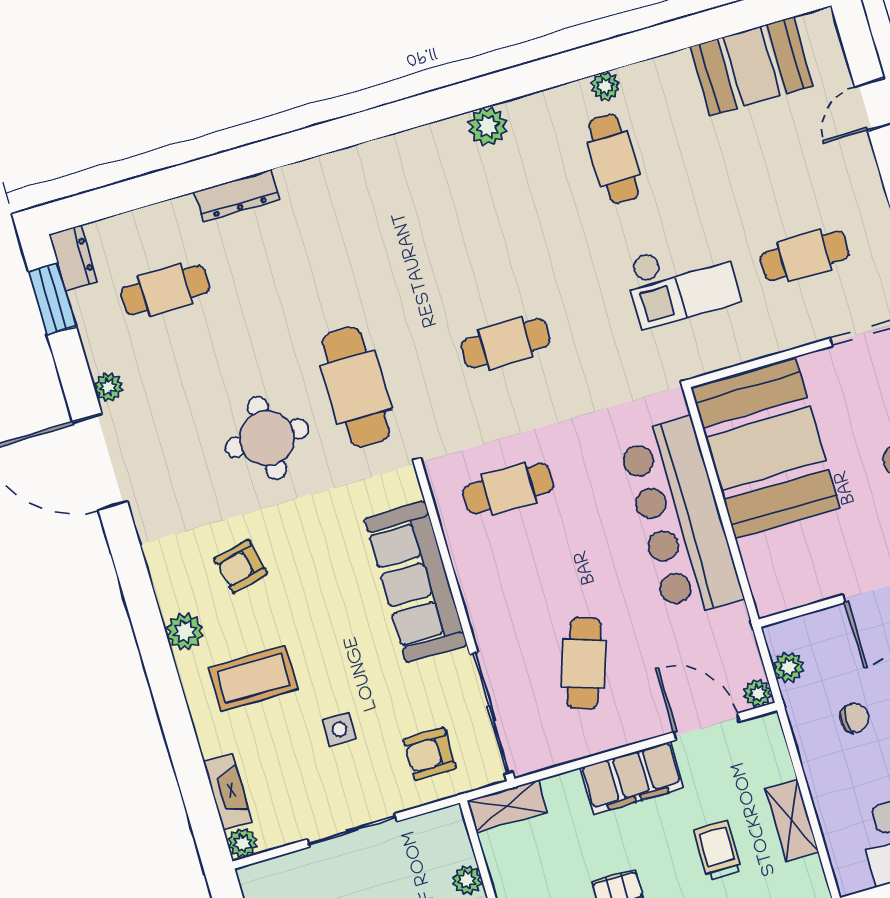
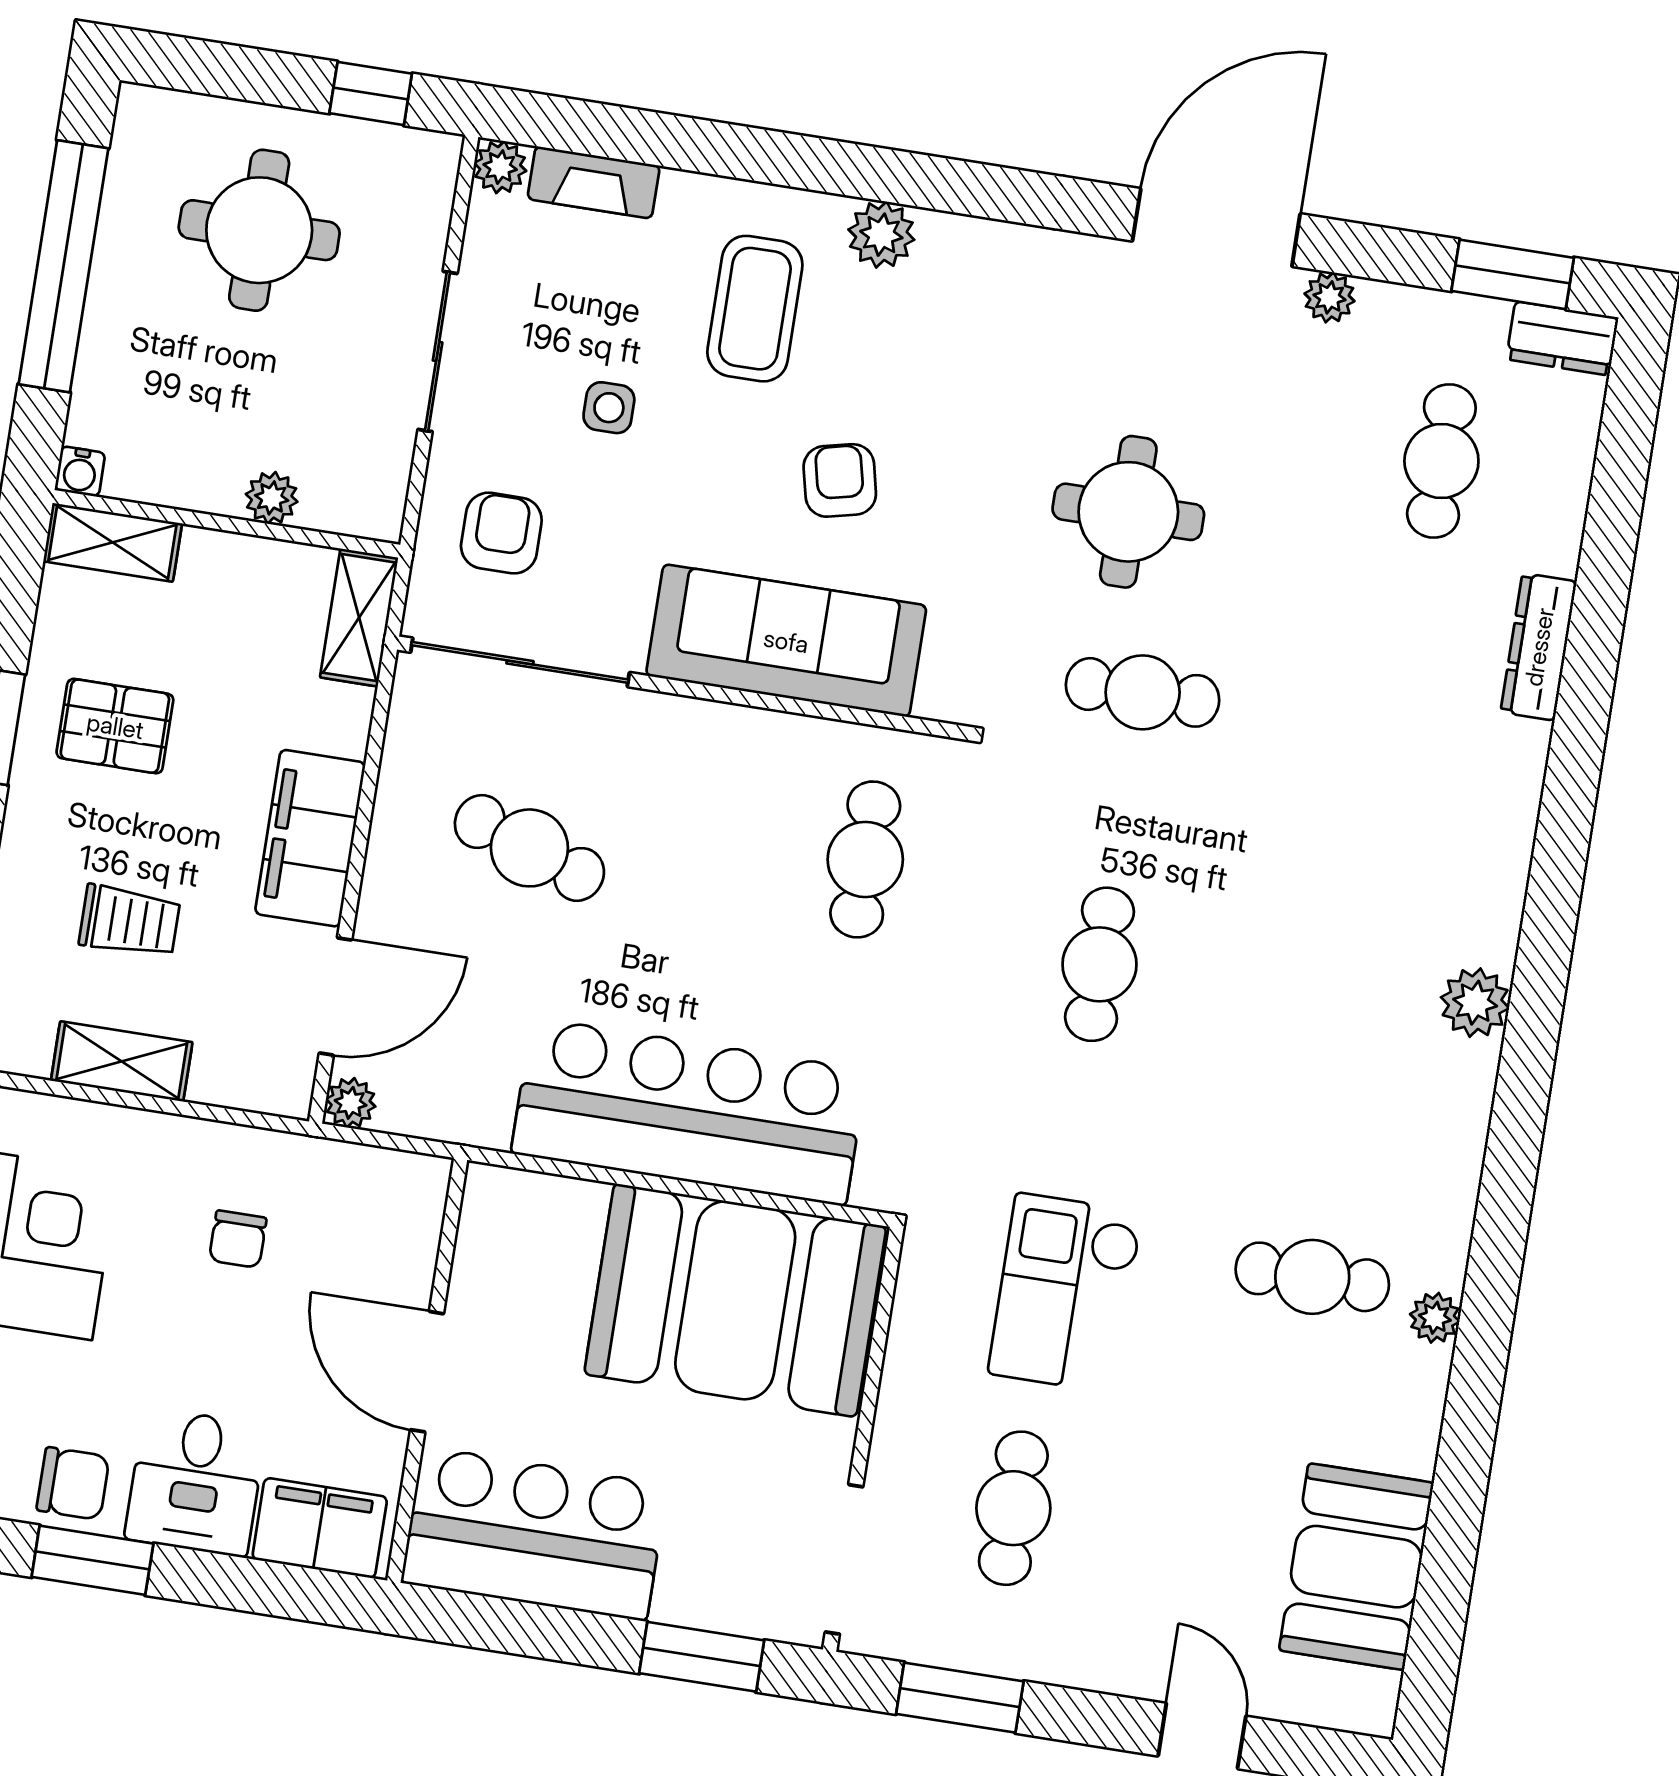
plant: (488, 126) -> (1475, 1003), moved
cafe table: (356, 387) -> (1143, 692), width x0.73, depth x0.74
armchair: (241, 566) -> (840, 480), moved
plant: (789, 667) -> (369, 1172), removed

